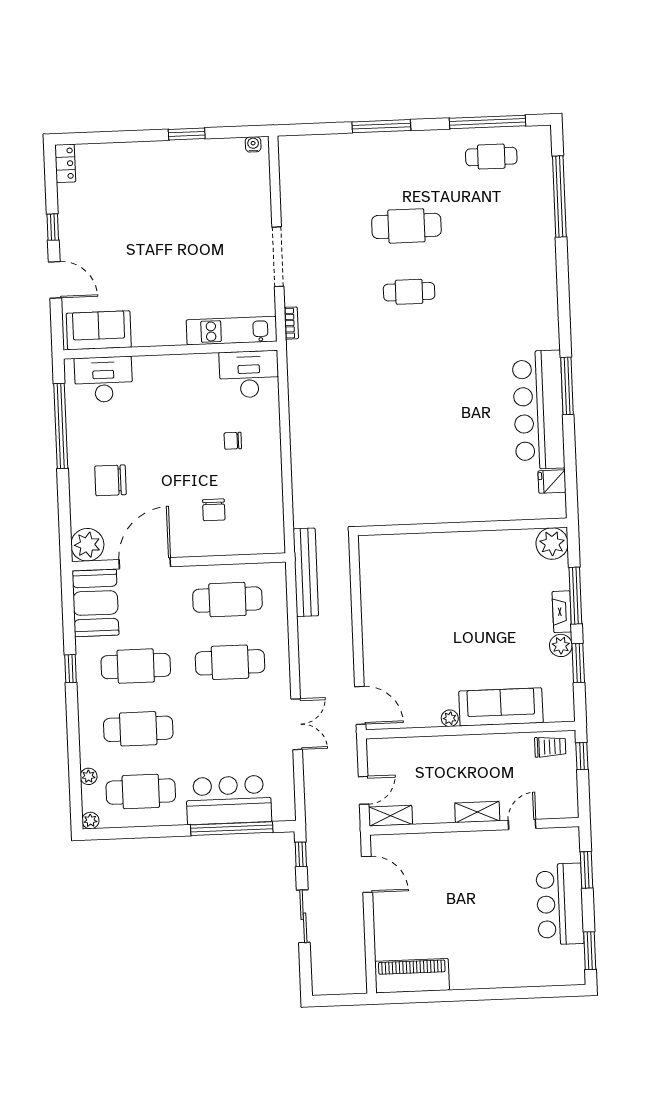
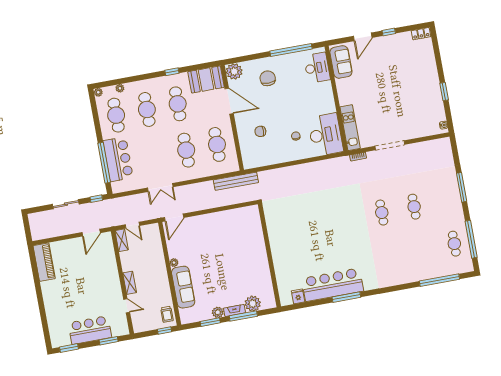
cafe table: (406, 226) -> (414, 207), width x0.73, depth x0.74
desk: (249, 374) -> (325, 135), width x1.36, depth x1.30
plant: (552, 543) -> (253, 304), moved

